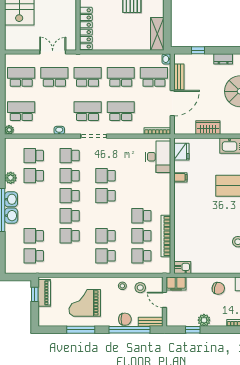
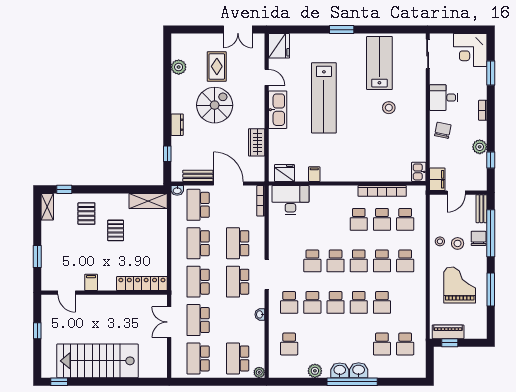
school desk: (34, 176) -> (359, 261), moved
stool: (140, 288) -> (458, 243), moved
grand piano: (85, 303) -> (460, 285), turned 180

